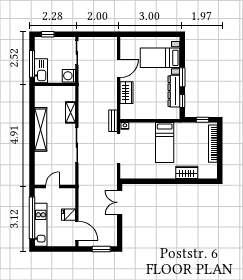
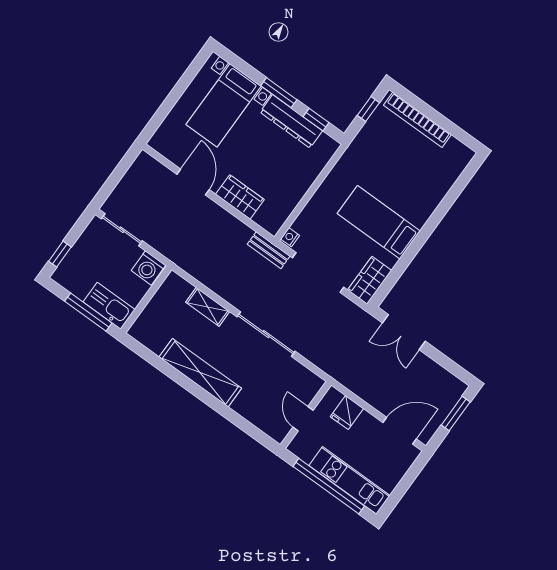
bed: (165, 142) -> (379, 222), moved, turned 180
wardrobe: (187, 172) -> (370, 280), moved
fridge: (68, 215) -> (347, 413), moved

